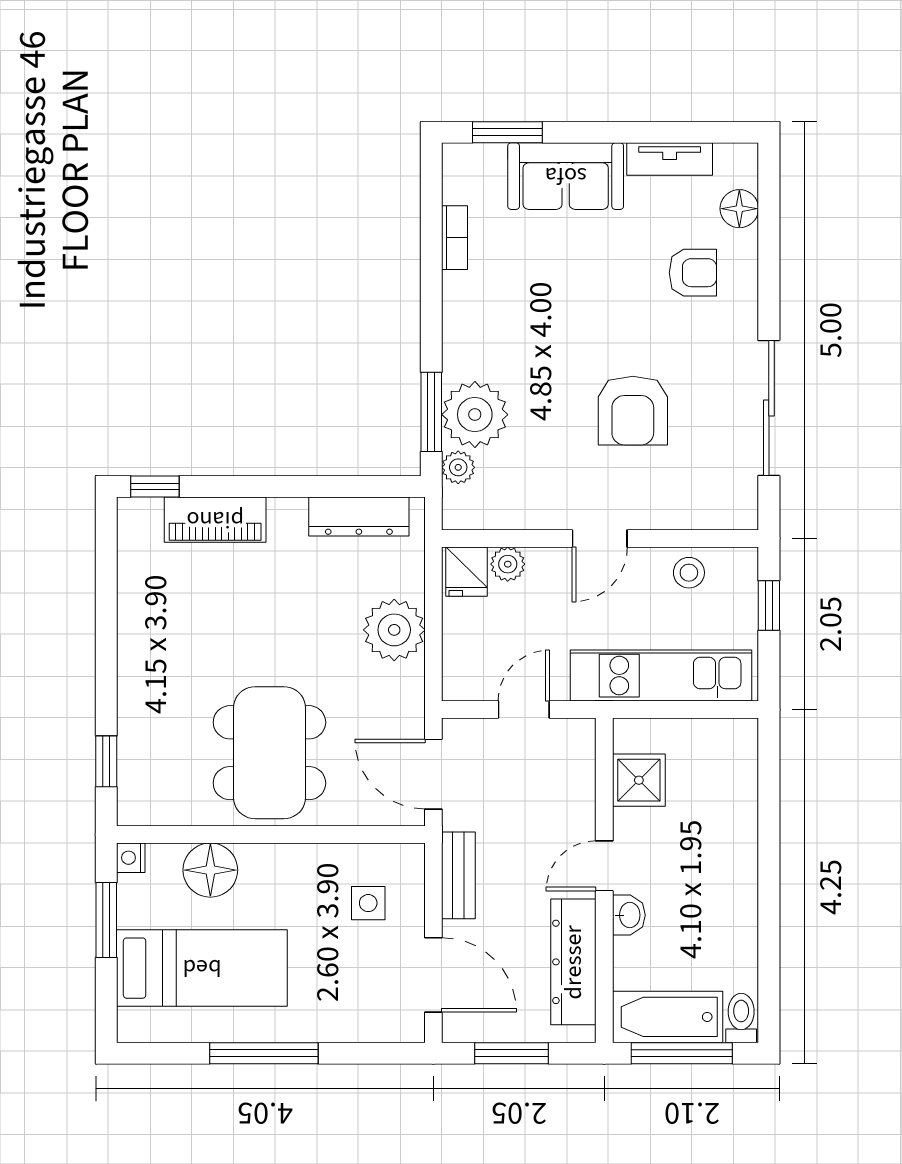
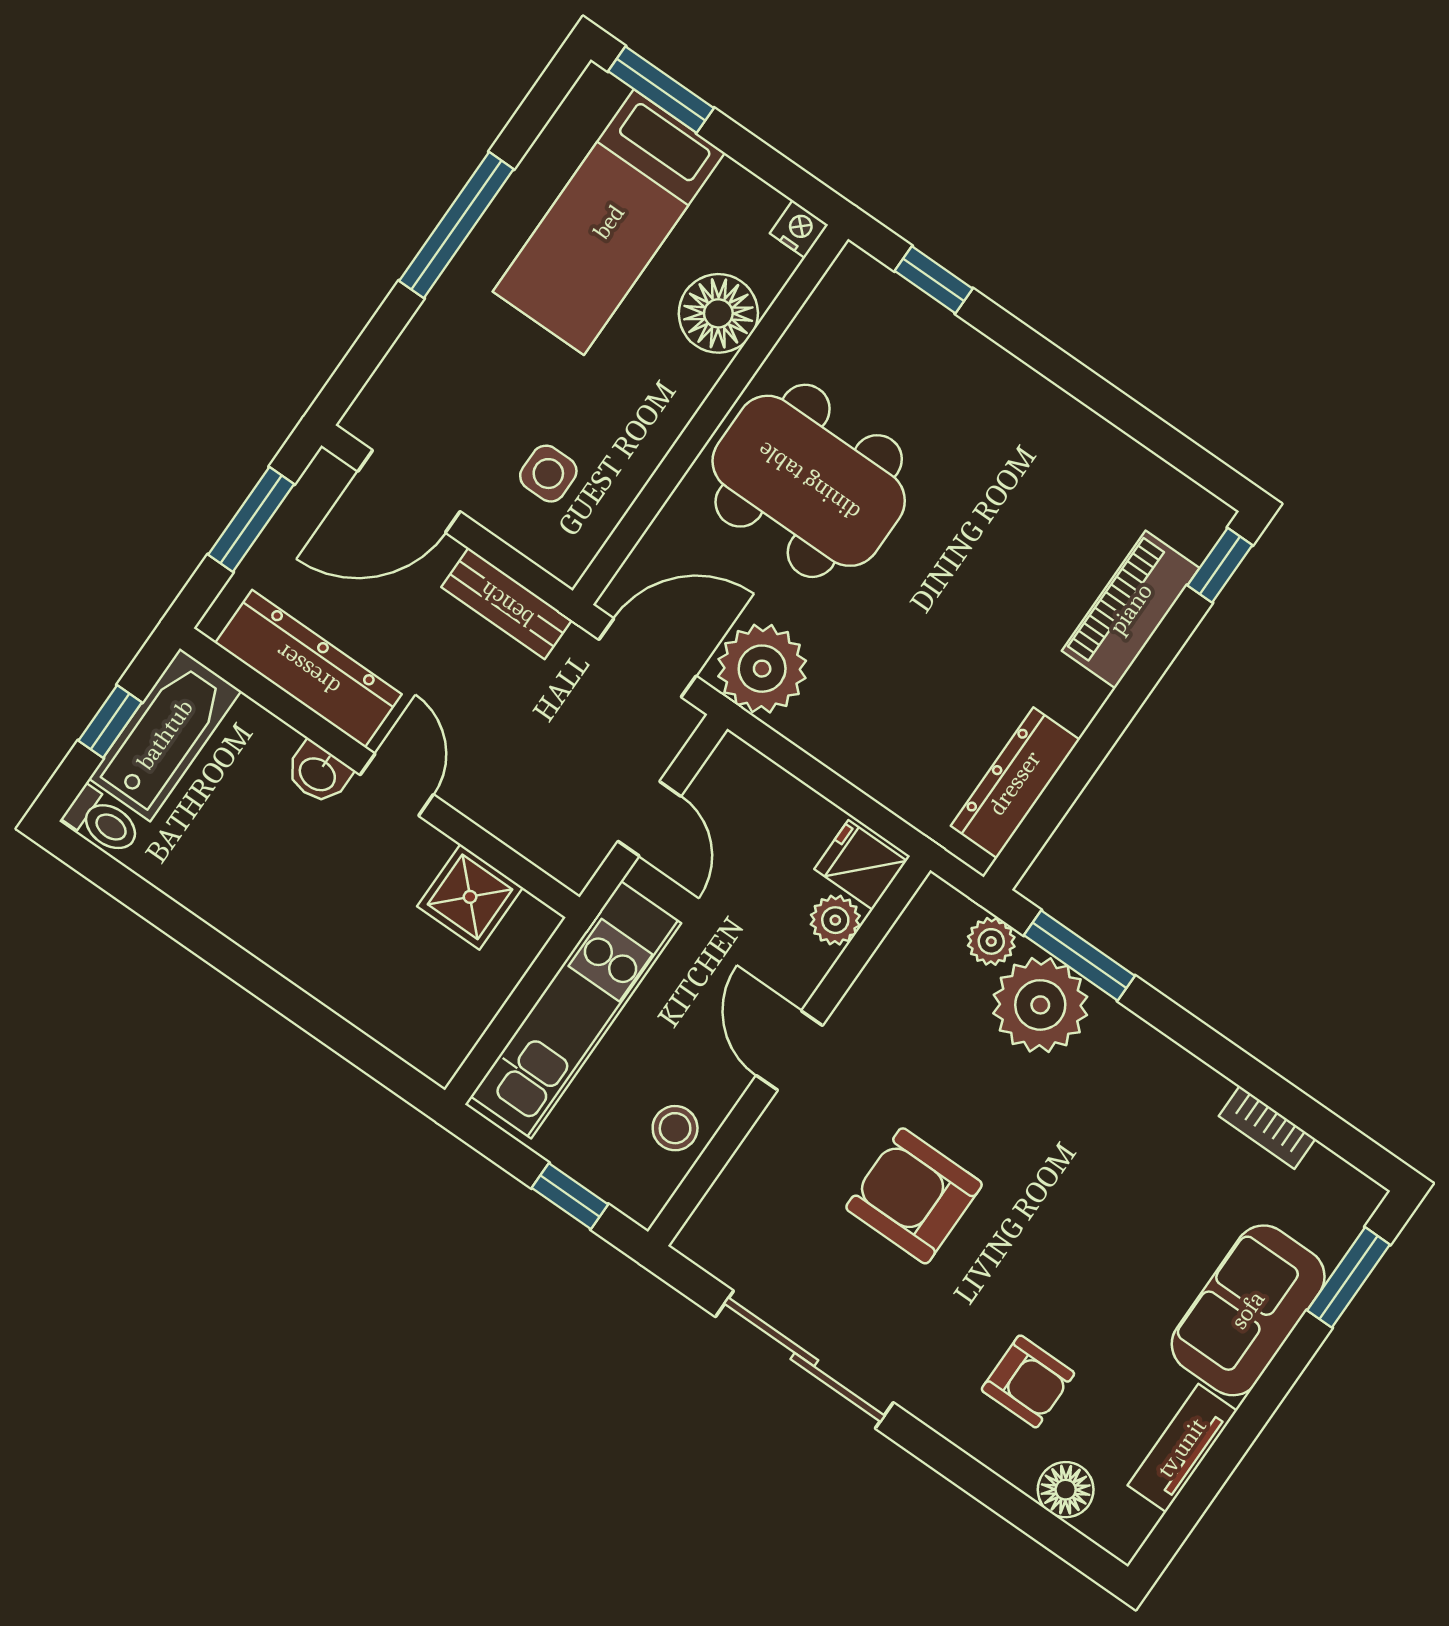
armchair: (693, 273) -> (1028, 1381), turned -90
plant: (394, 630) -> (762, 669), moved
window: (106, 920) -> (661, 90), moved
window: (682, 1053) -> (110, 721), width x0.46

